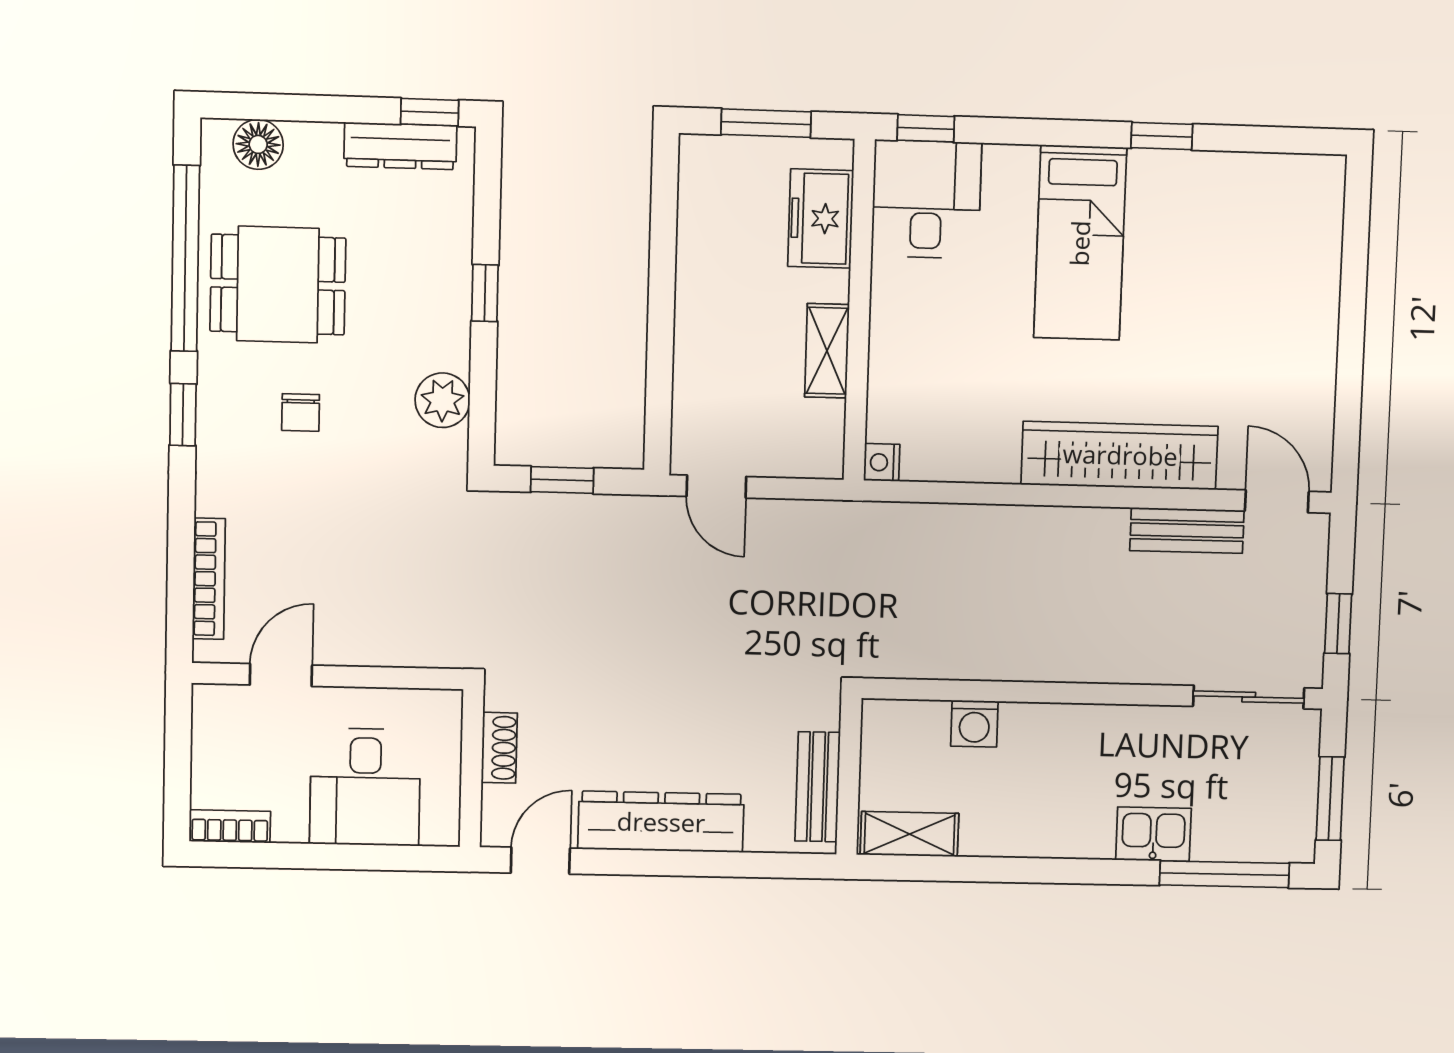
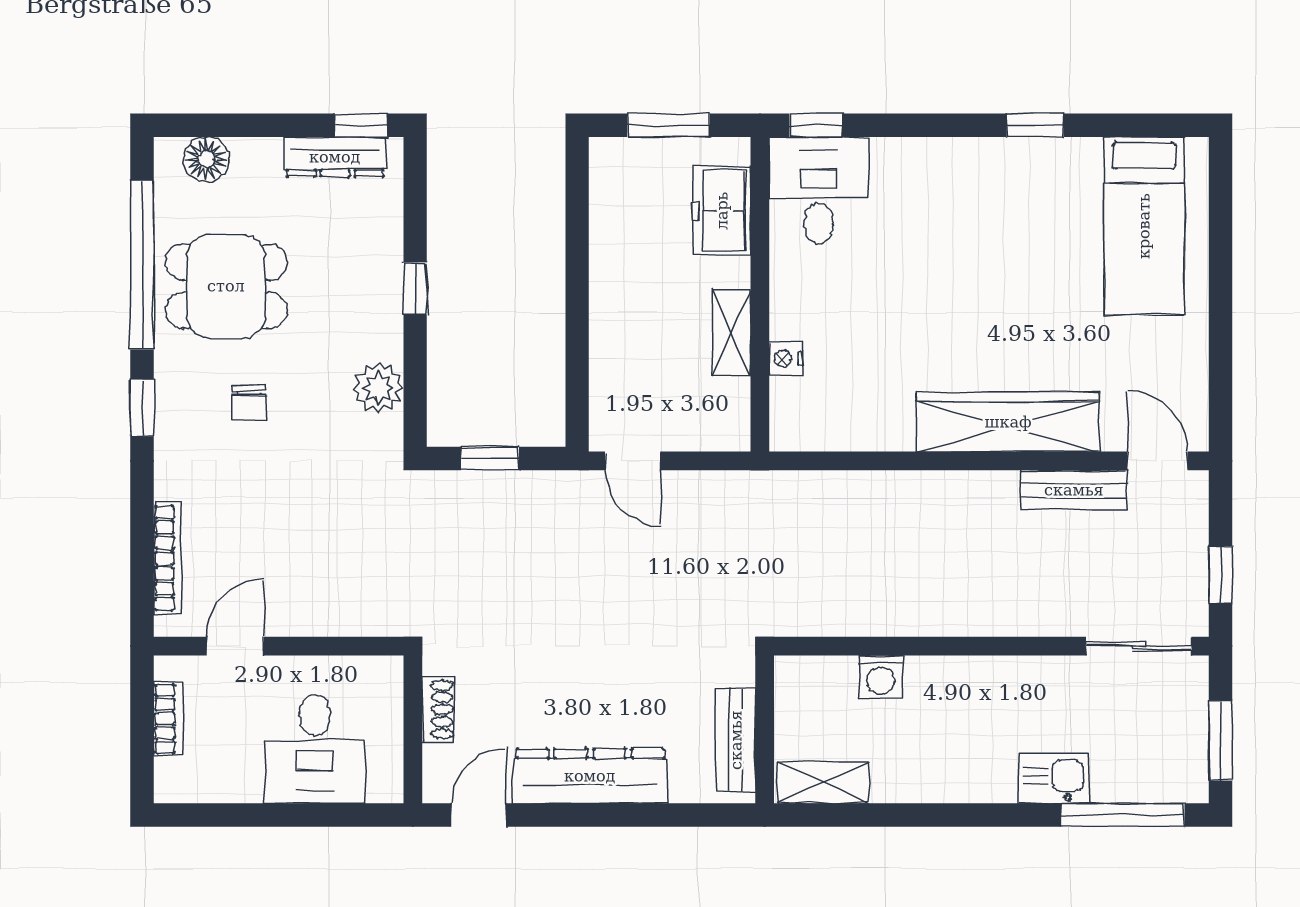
bed: (1080, 243) -> (1144, 226), moved
nightstand: (882, 462) -> (786, 358), moved
bookcase: (230, 826) -> (168, 719), moved, turned 90

